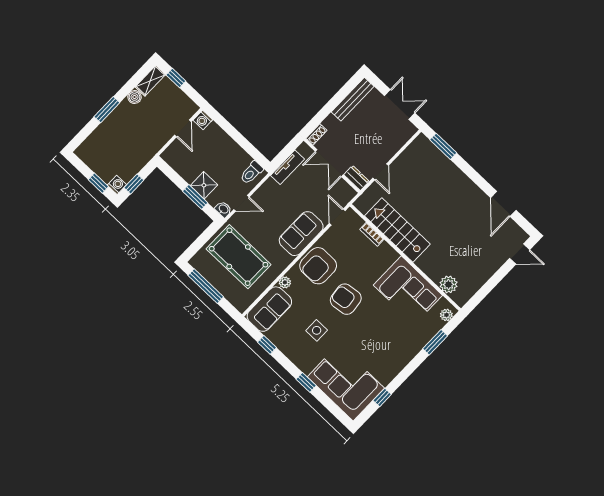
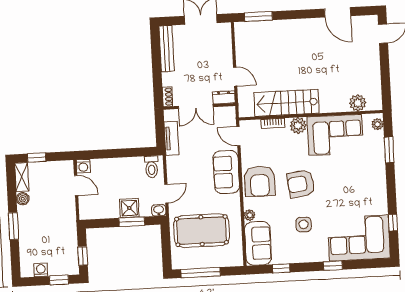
washing machine: (117, 185) -> (41, 270), moved
plant: (388, 255) -> (298, 126), added

